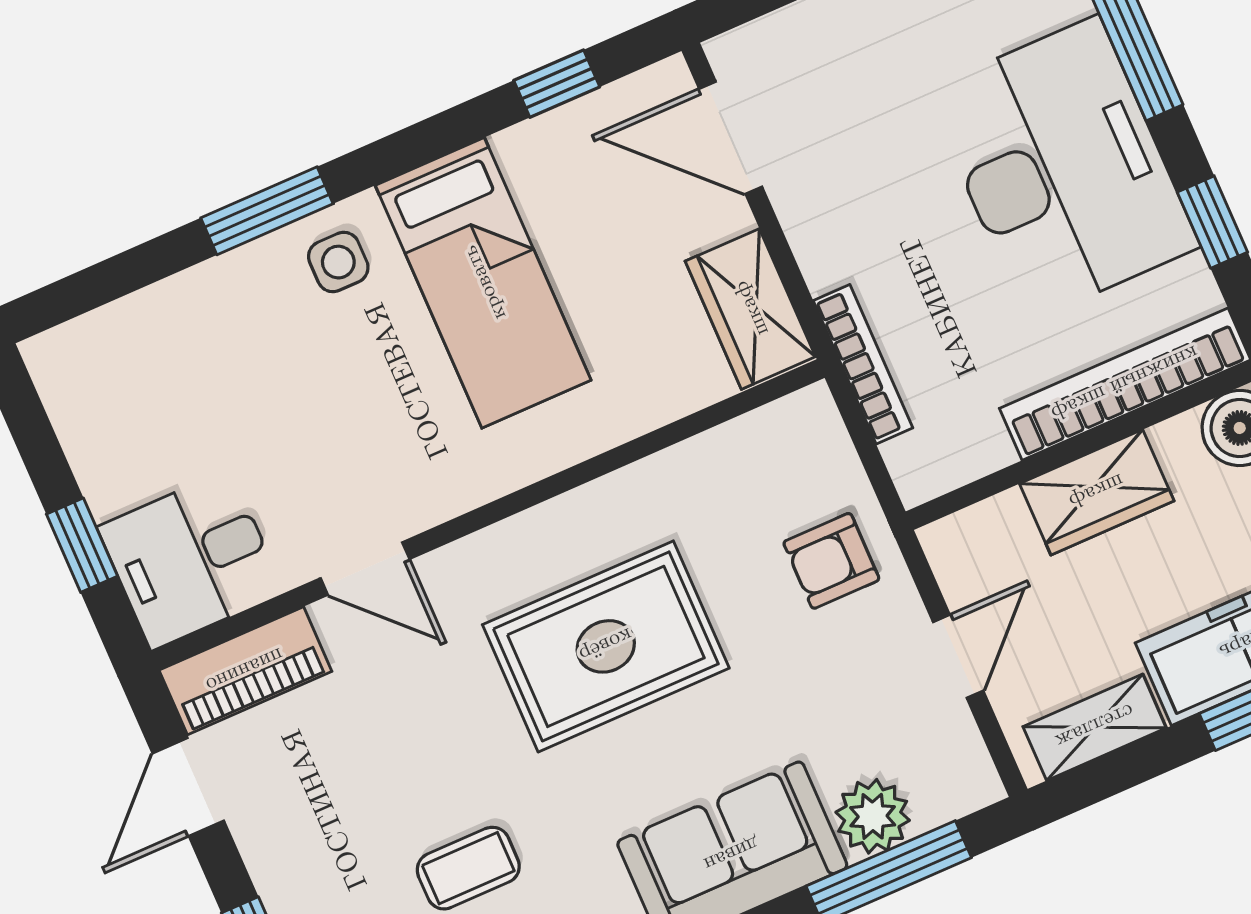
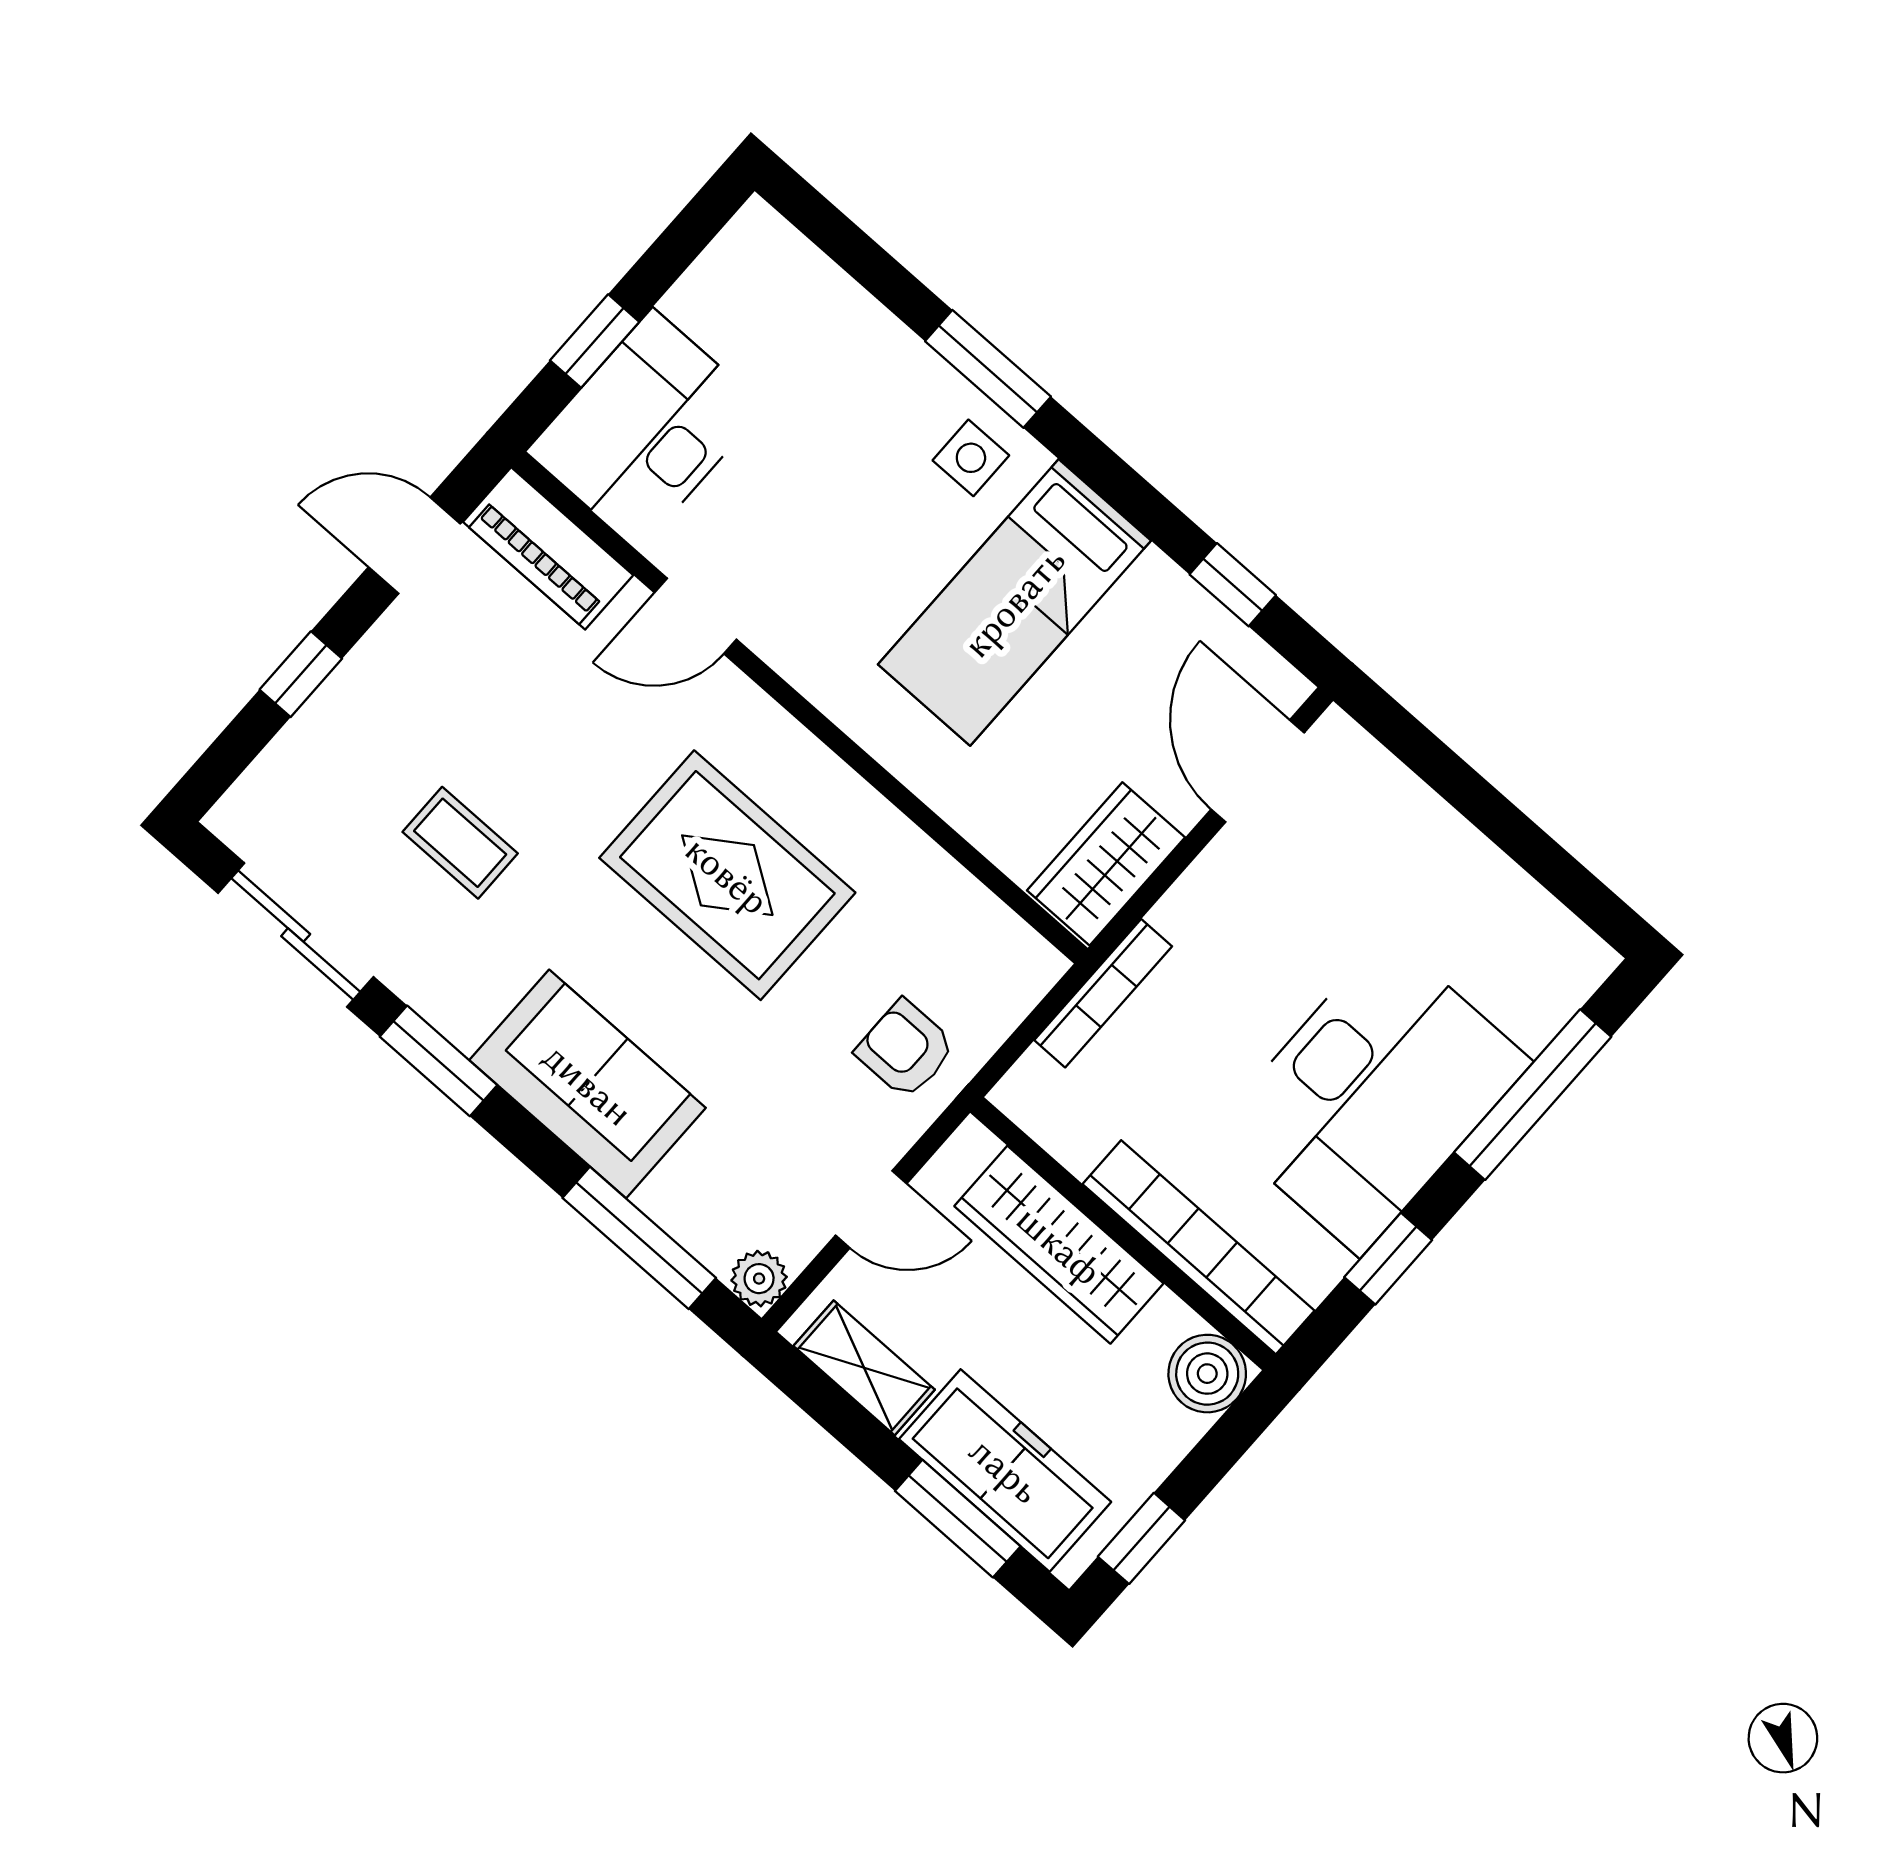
wardrobe: (1097, 492) -> (1059, 1245), width x1.50
desk: (191, 560) -> (646, 429), width x1.37
door: (365, 569) -> (696, 616), hinge flipped
plant: (873, 816) -> (759, 1279), moved, width x0.73, depth x0.73

